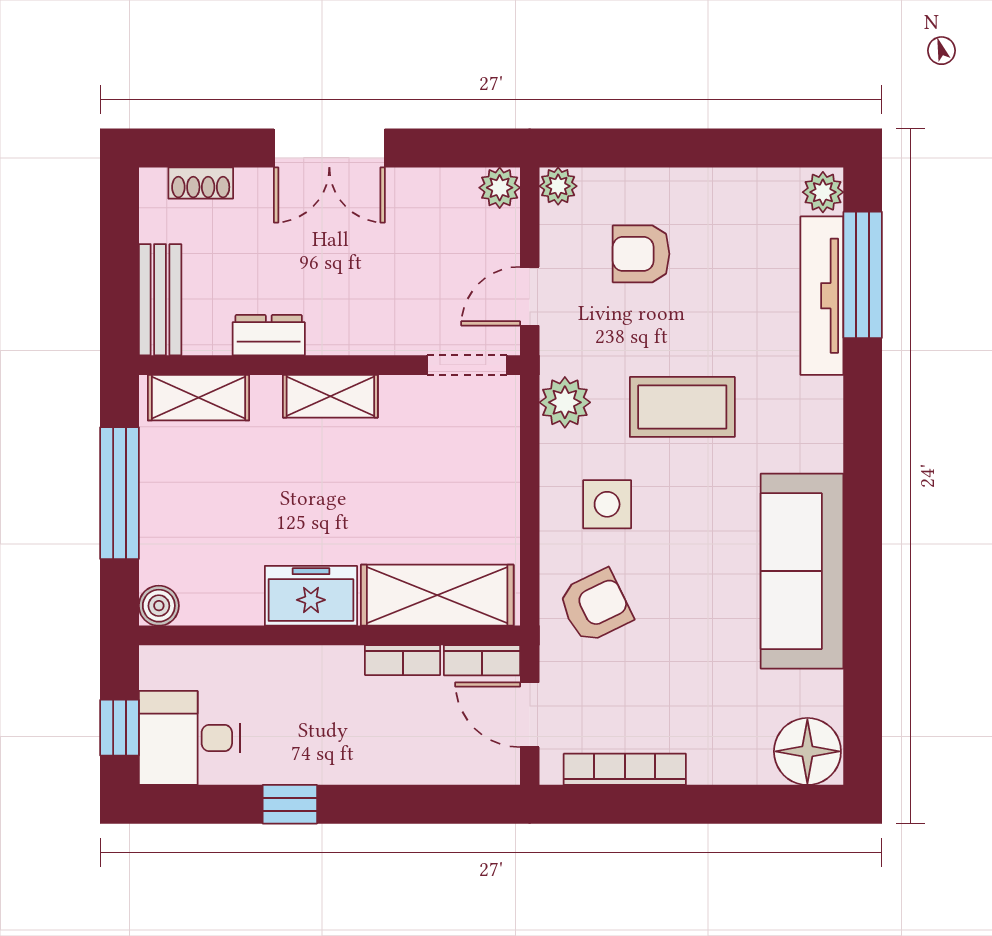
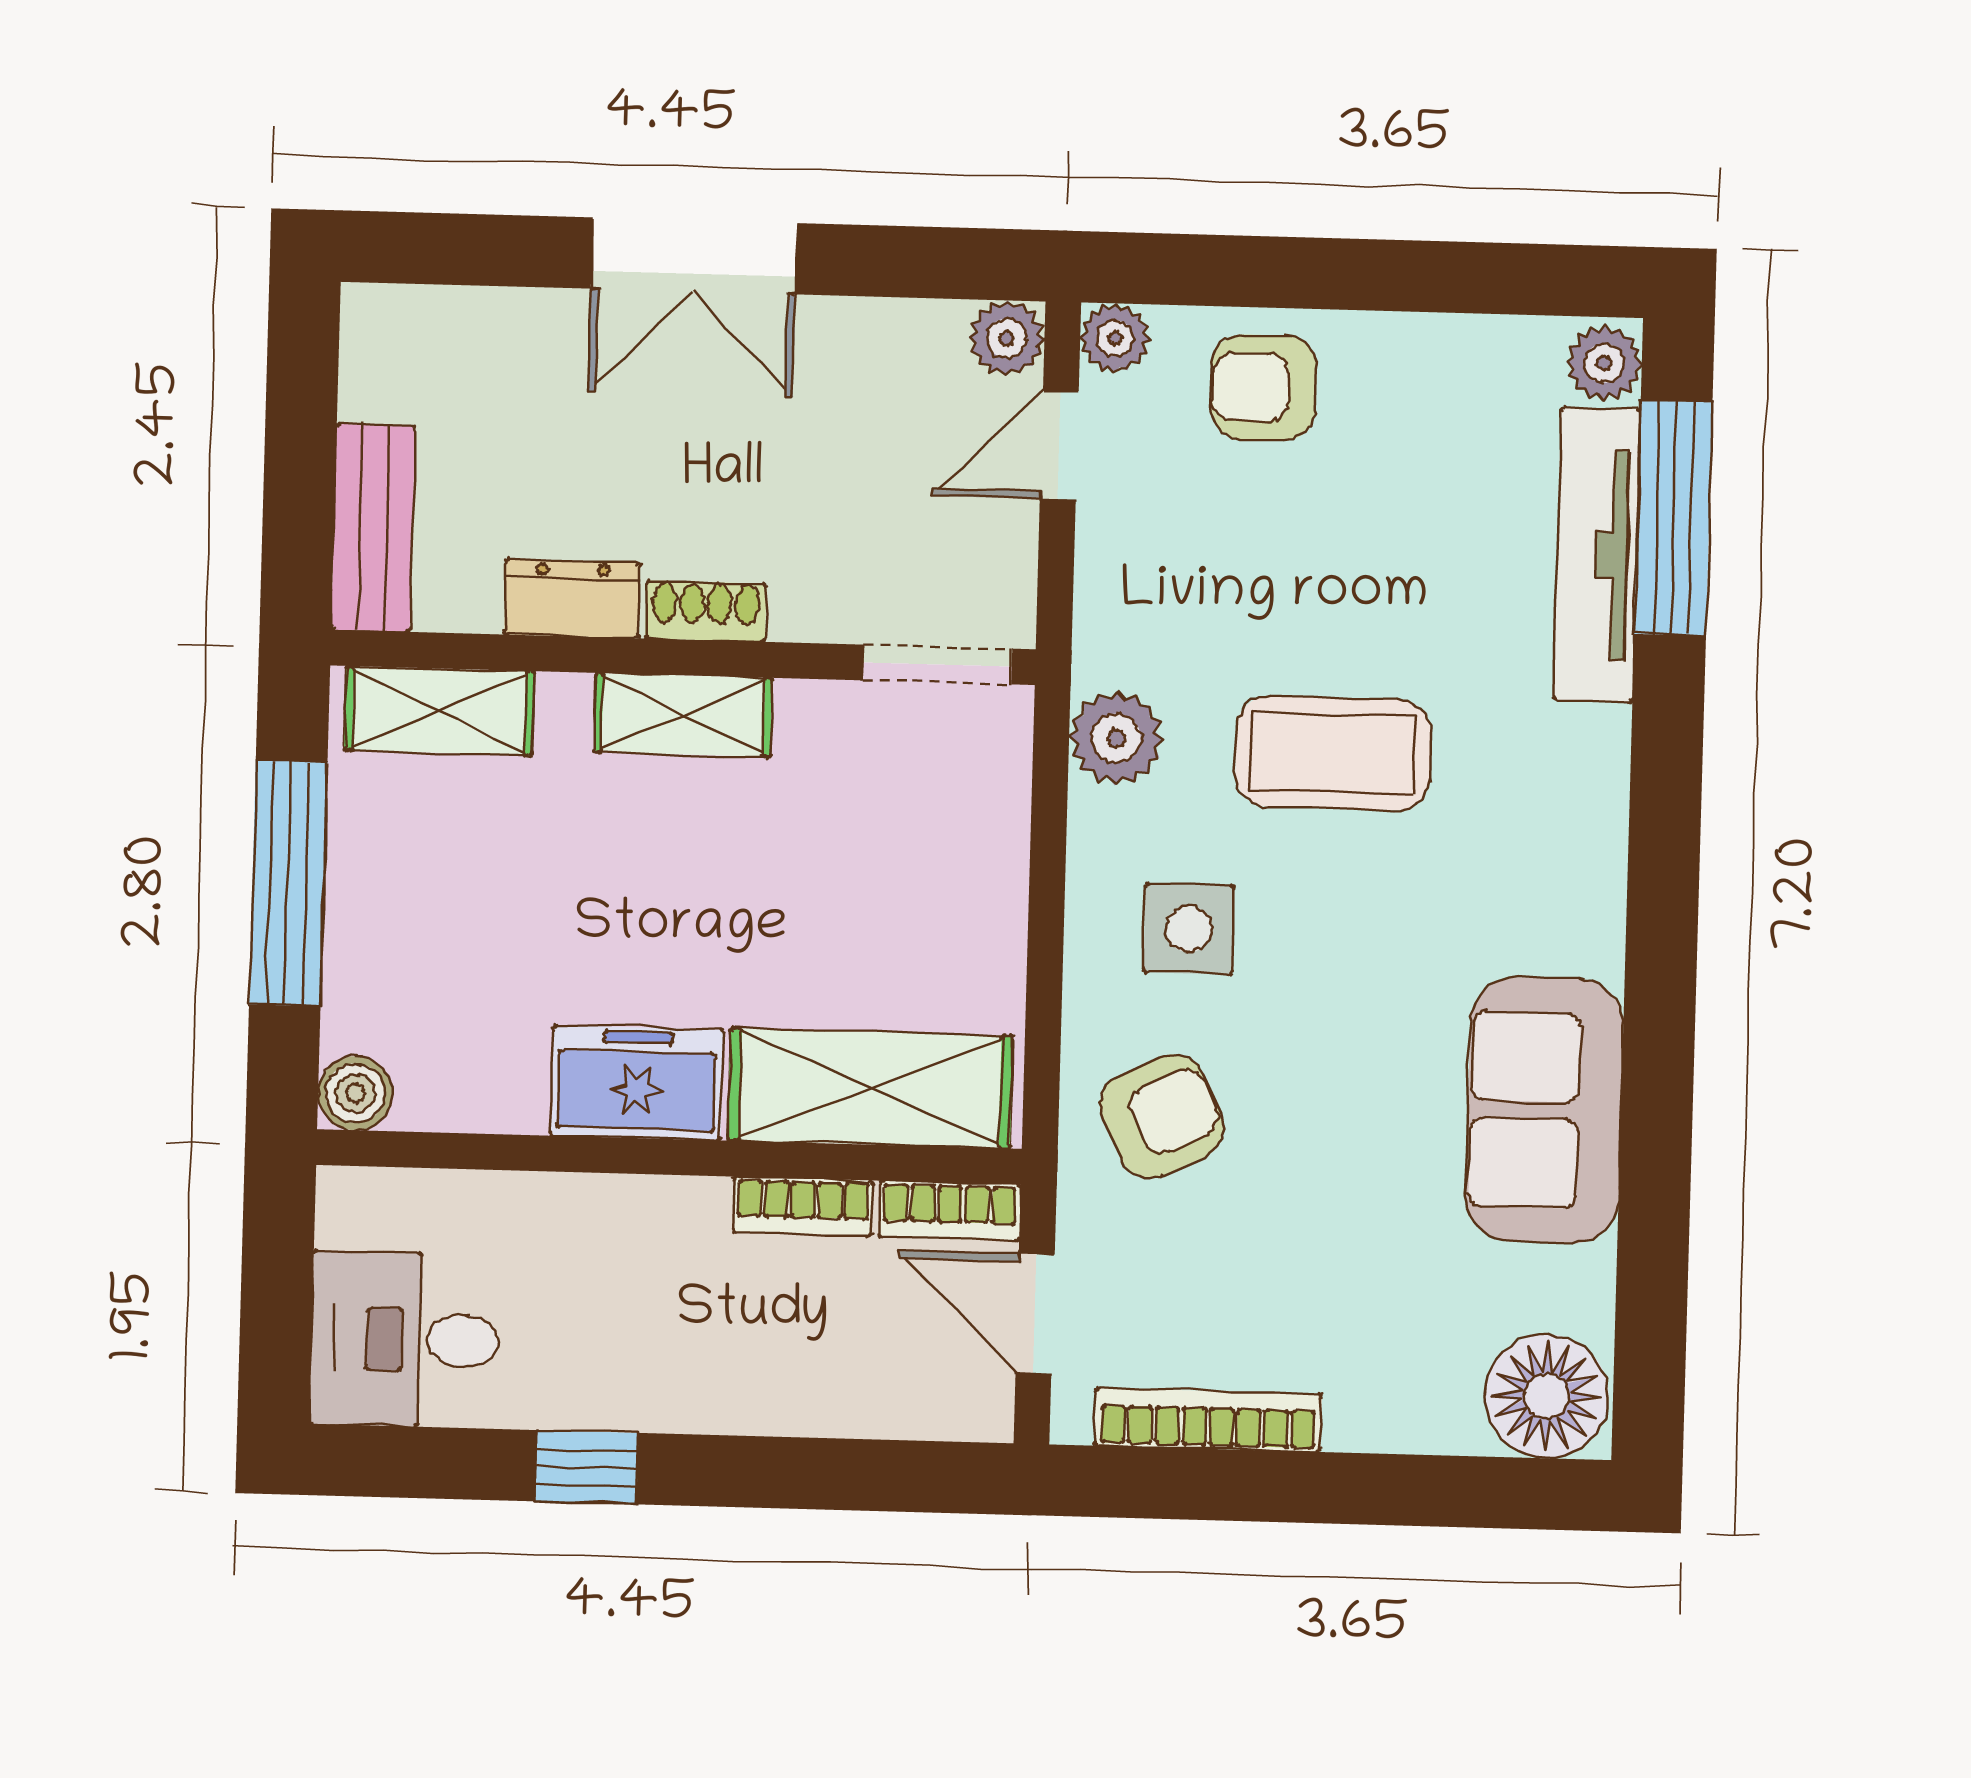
shoe rack: (201, 183) -> (706, 611), moved, turned 180
armchair: (641, 254) -> (1263, 387), moved
door: (530, 296) -> (1059, 445), moved
sofa: (802, 571) -> (1545, 1110), width x0.73
window: (119, 728) -> (276, 1317), removed

